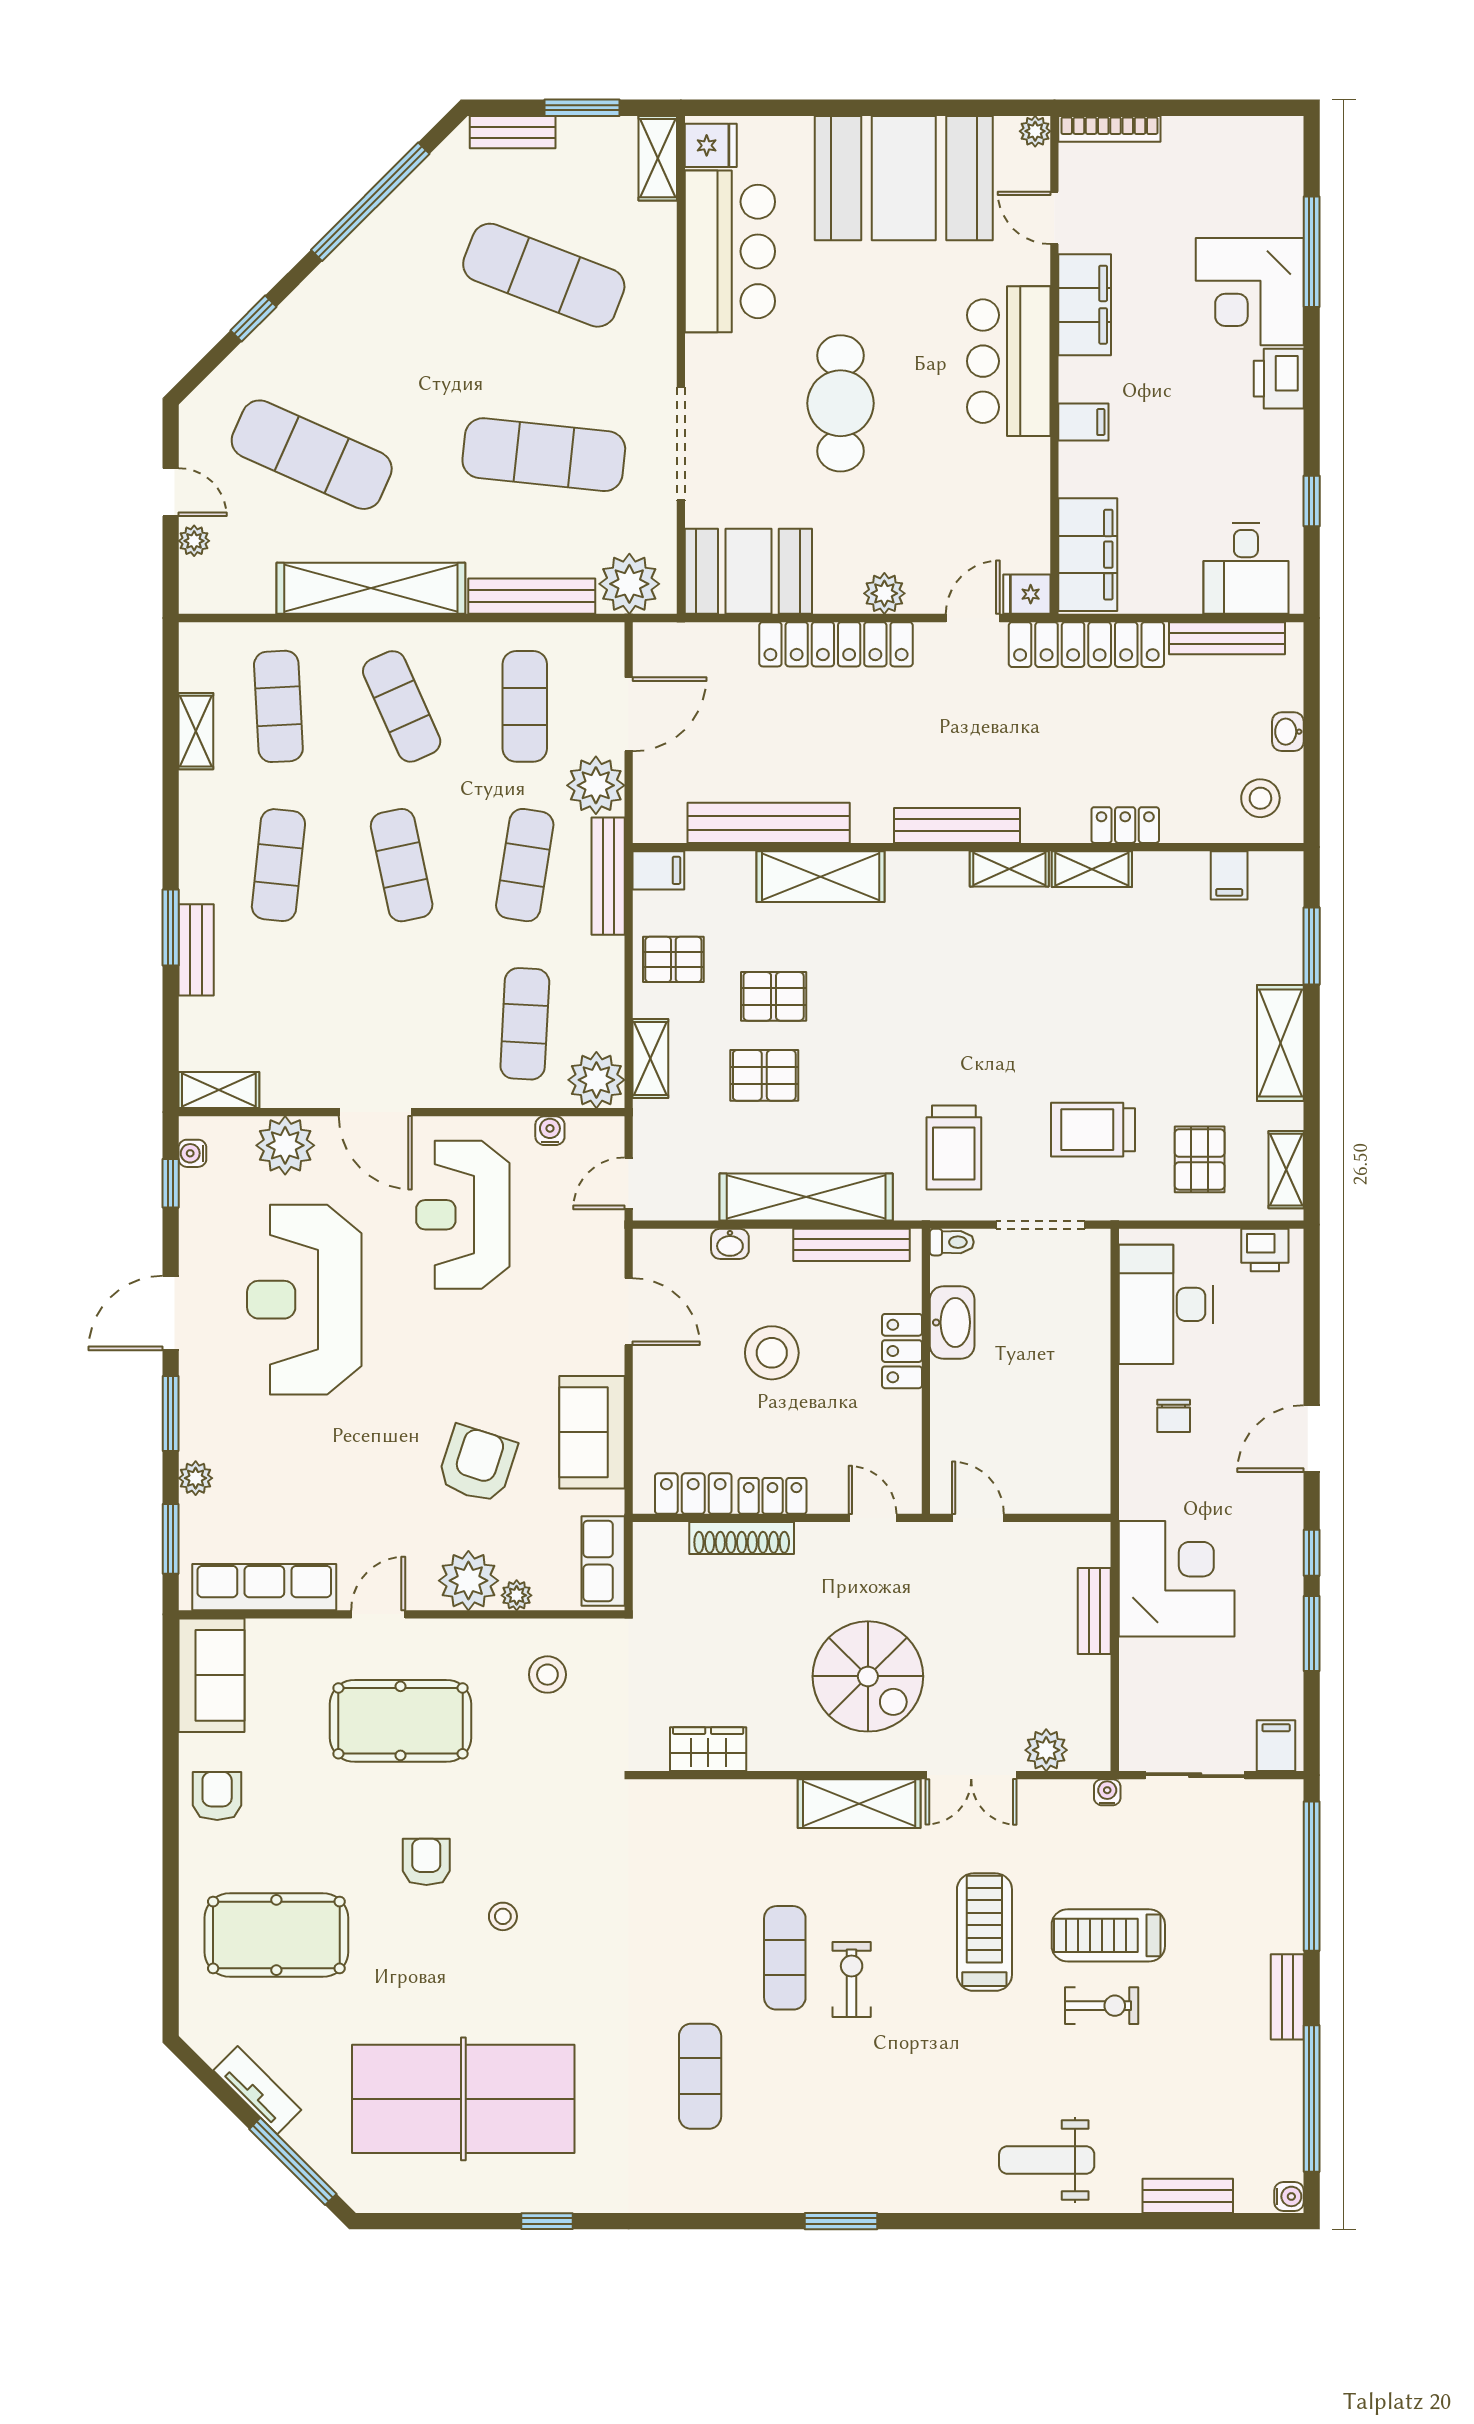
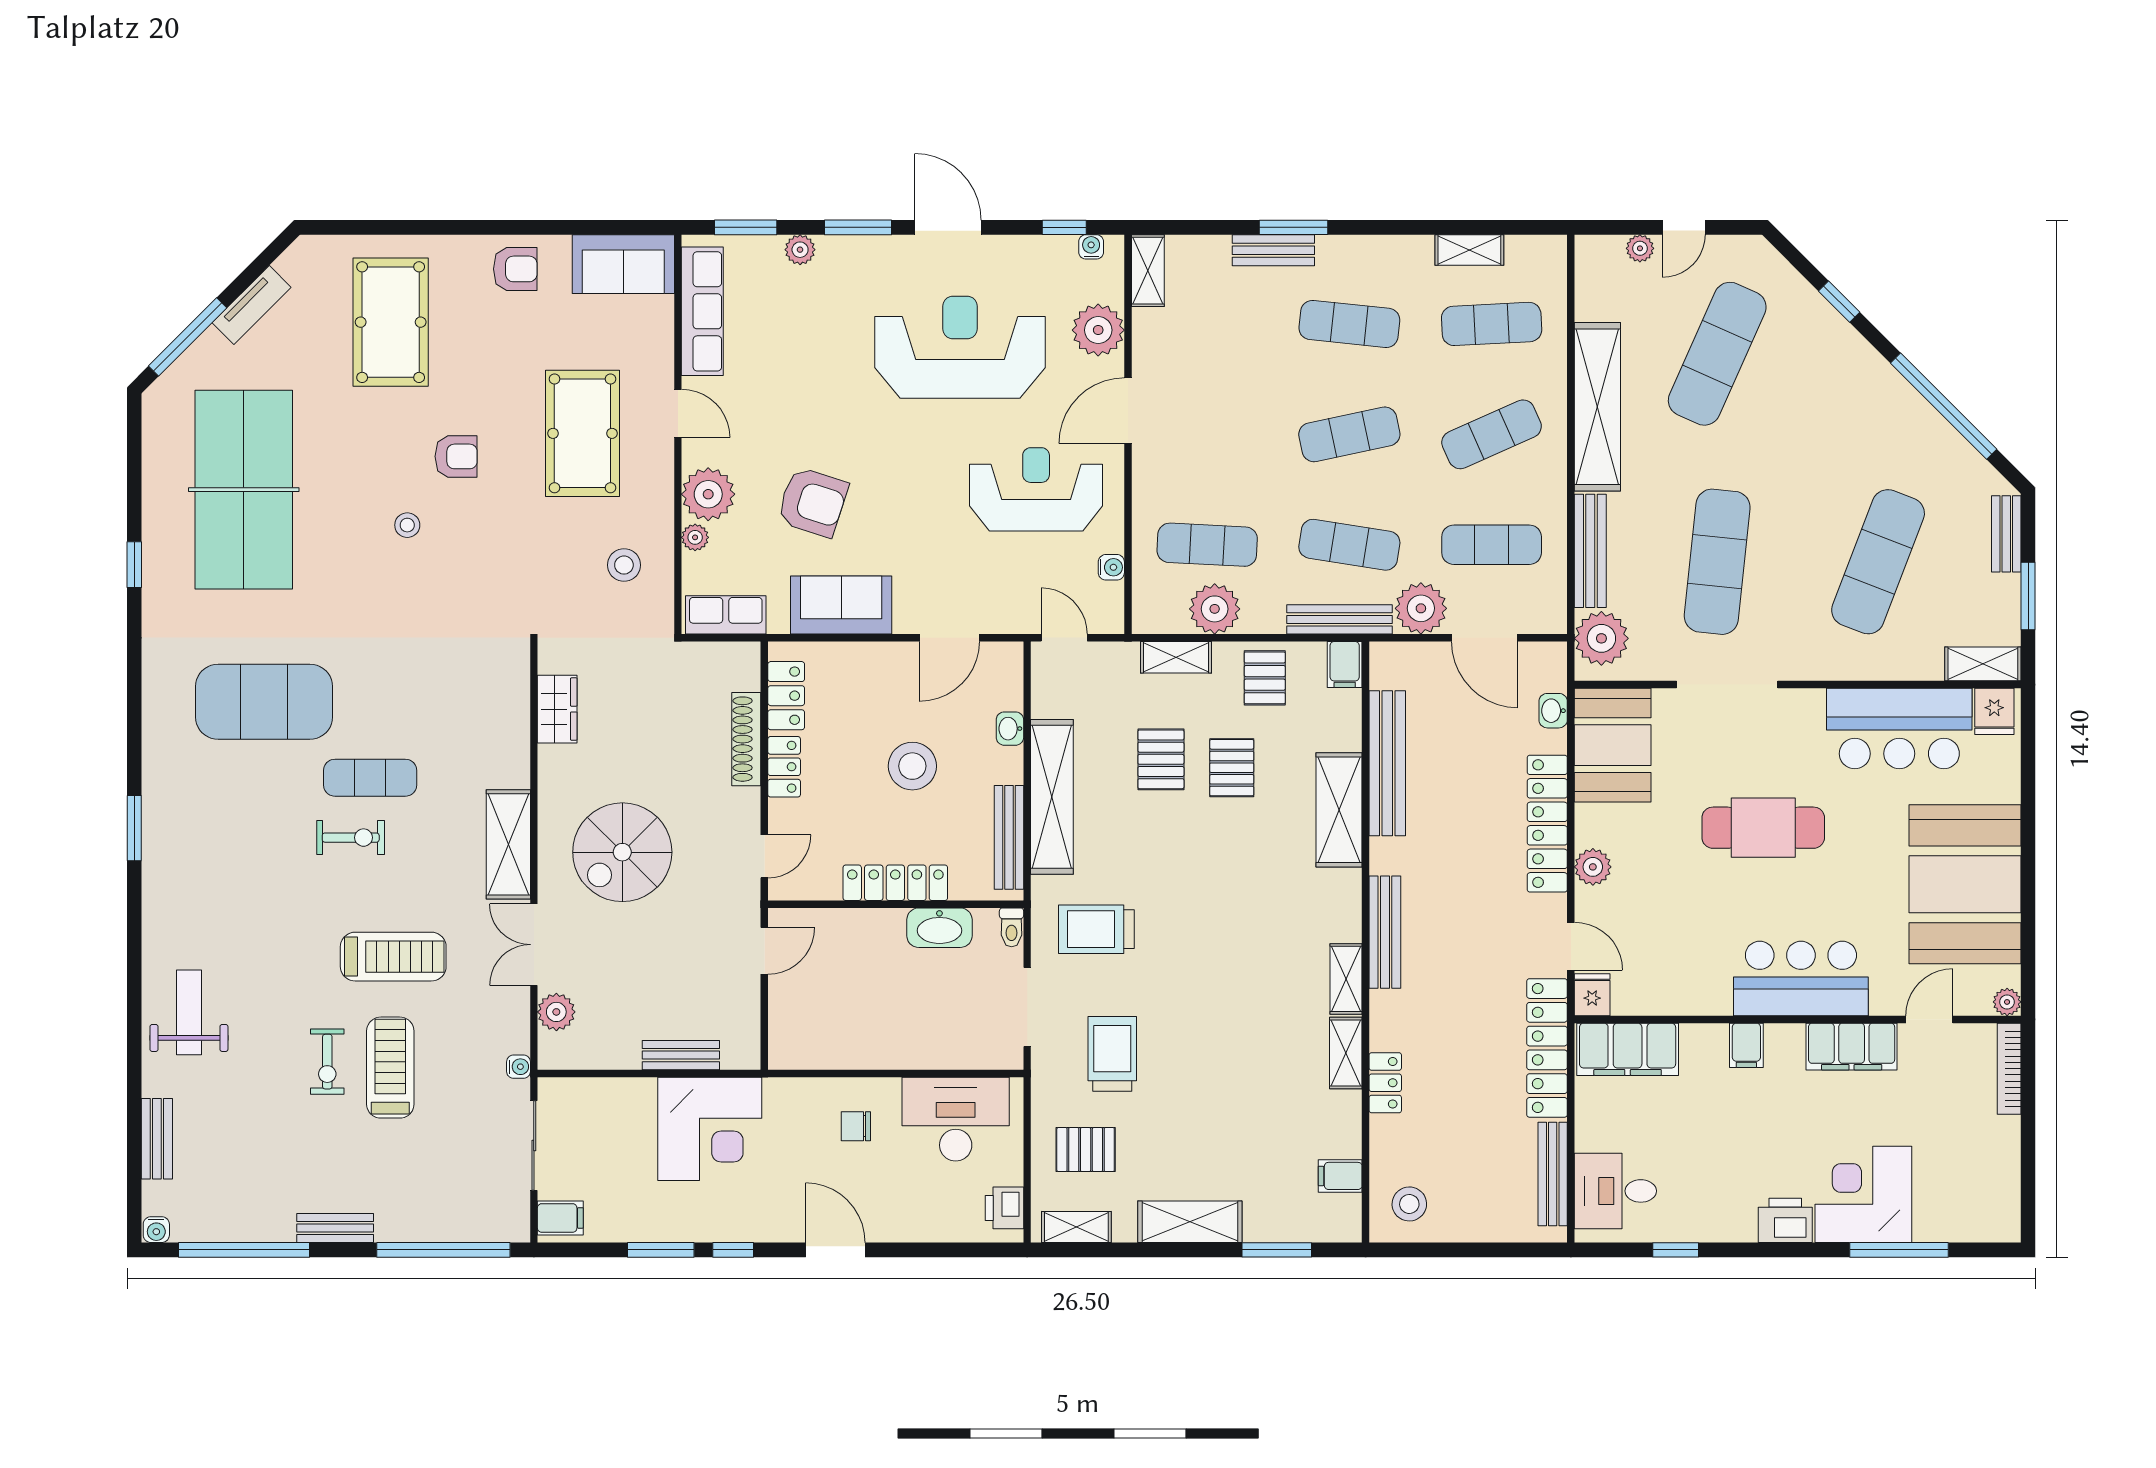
washbasin: (1288, 732) -> (1553, 711), moved, turned -90
plant: (596, 1080) -> (1215, 609), moved
locker: (902, 1351) -> (895, 883), width x1.53
exercise mat: (700, 2076) -> (264, 702), width x2.00, depth x1.45

